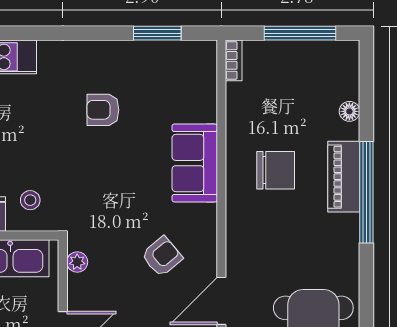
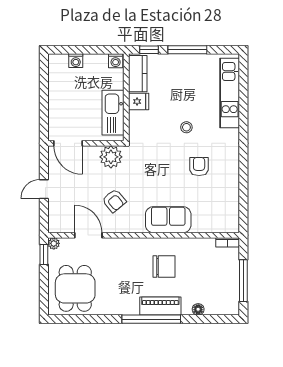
window: (157, 33) -> (243, 198), removed
chair: (276, 170) -> (164, 267), turned -90
stool: (30, 200) -> (186, 127), moved
plant: (77, 262) -> (111, 157), width x1.88, depth x1.88

